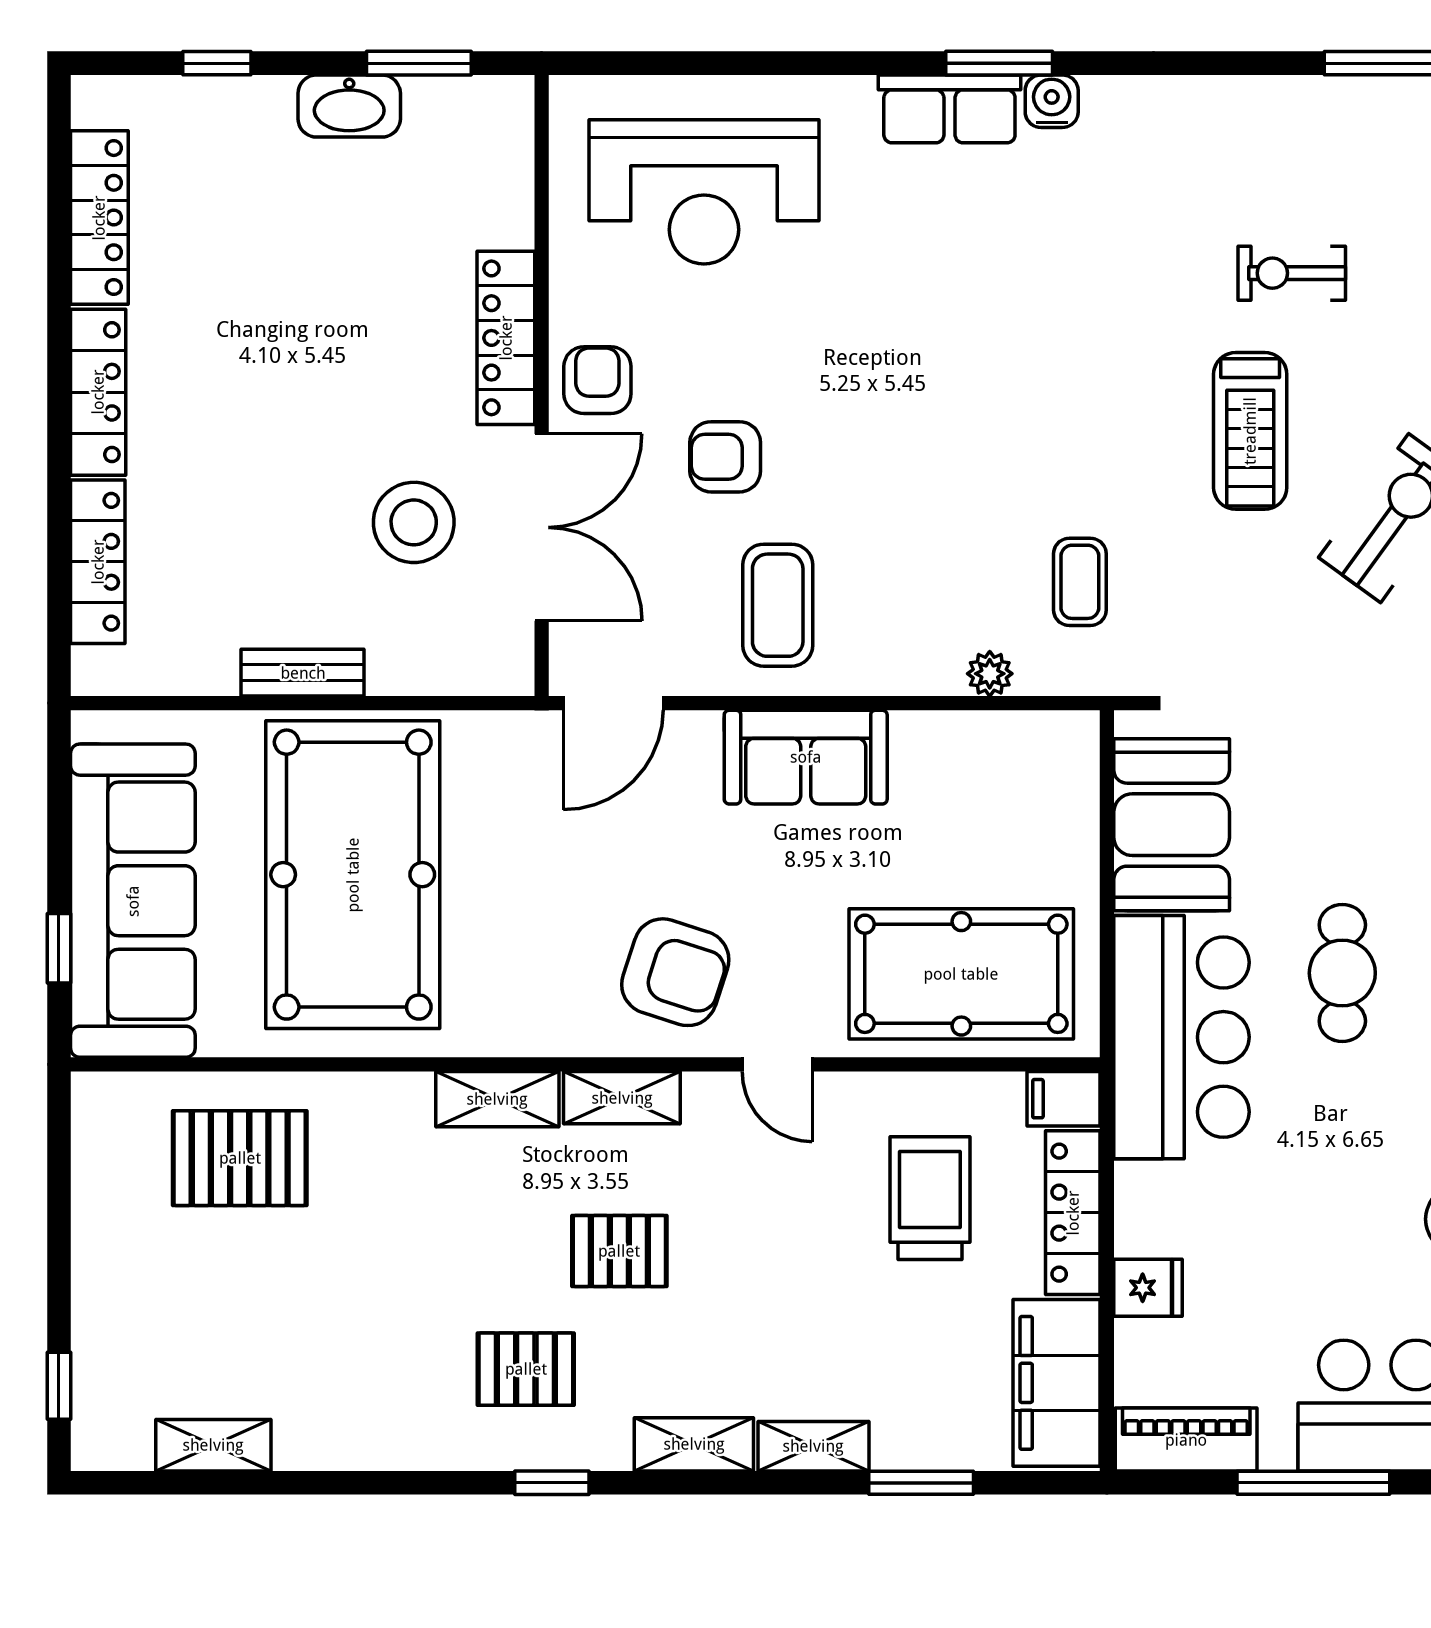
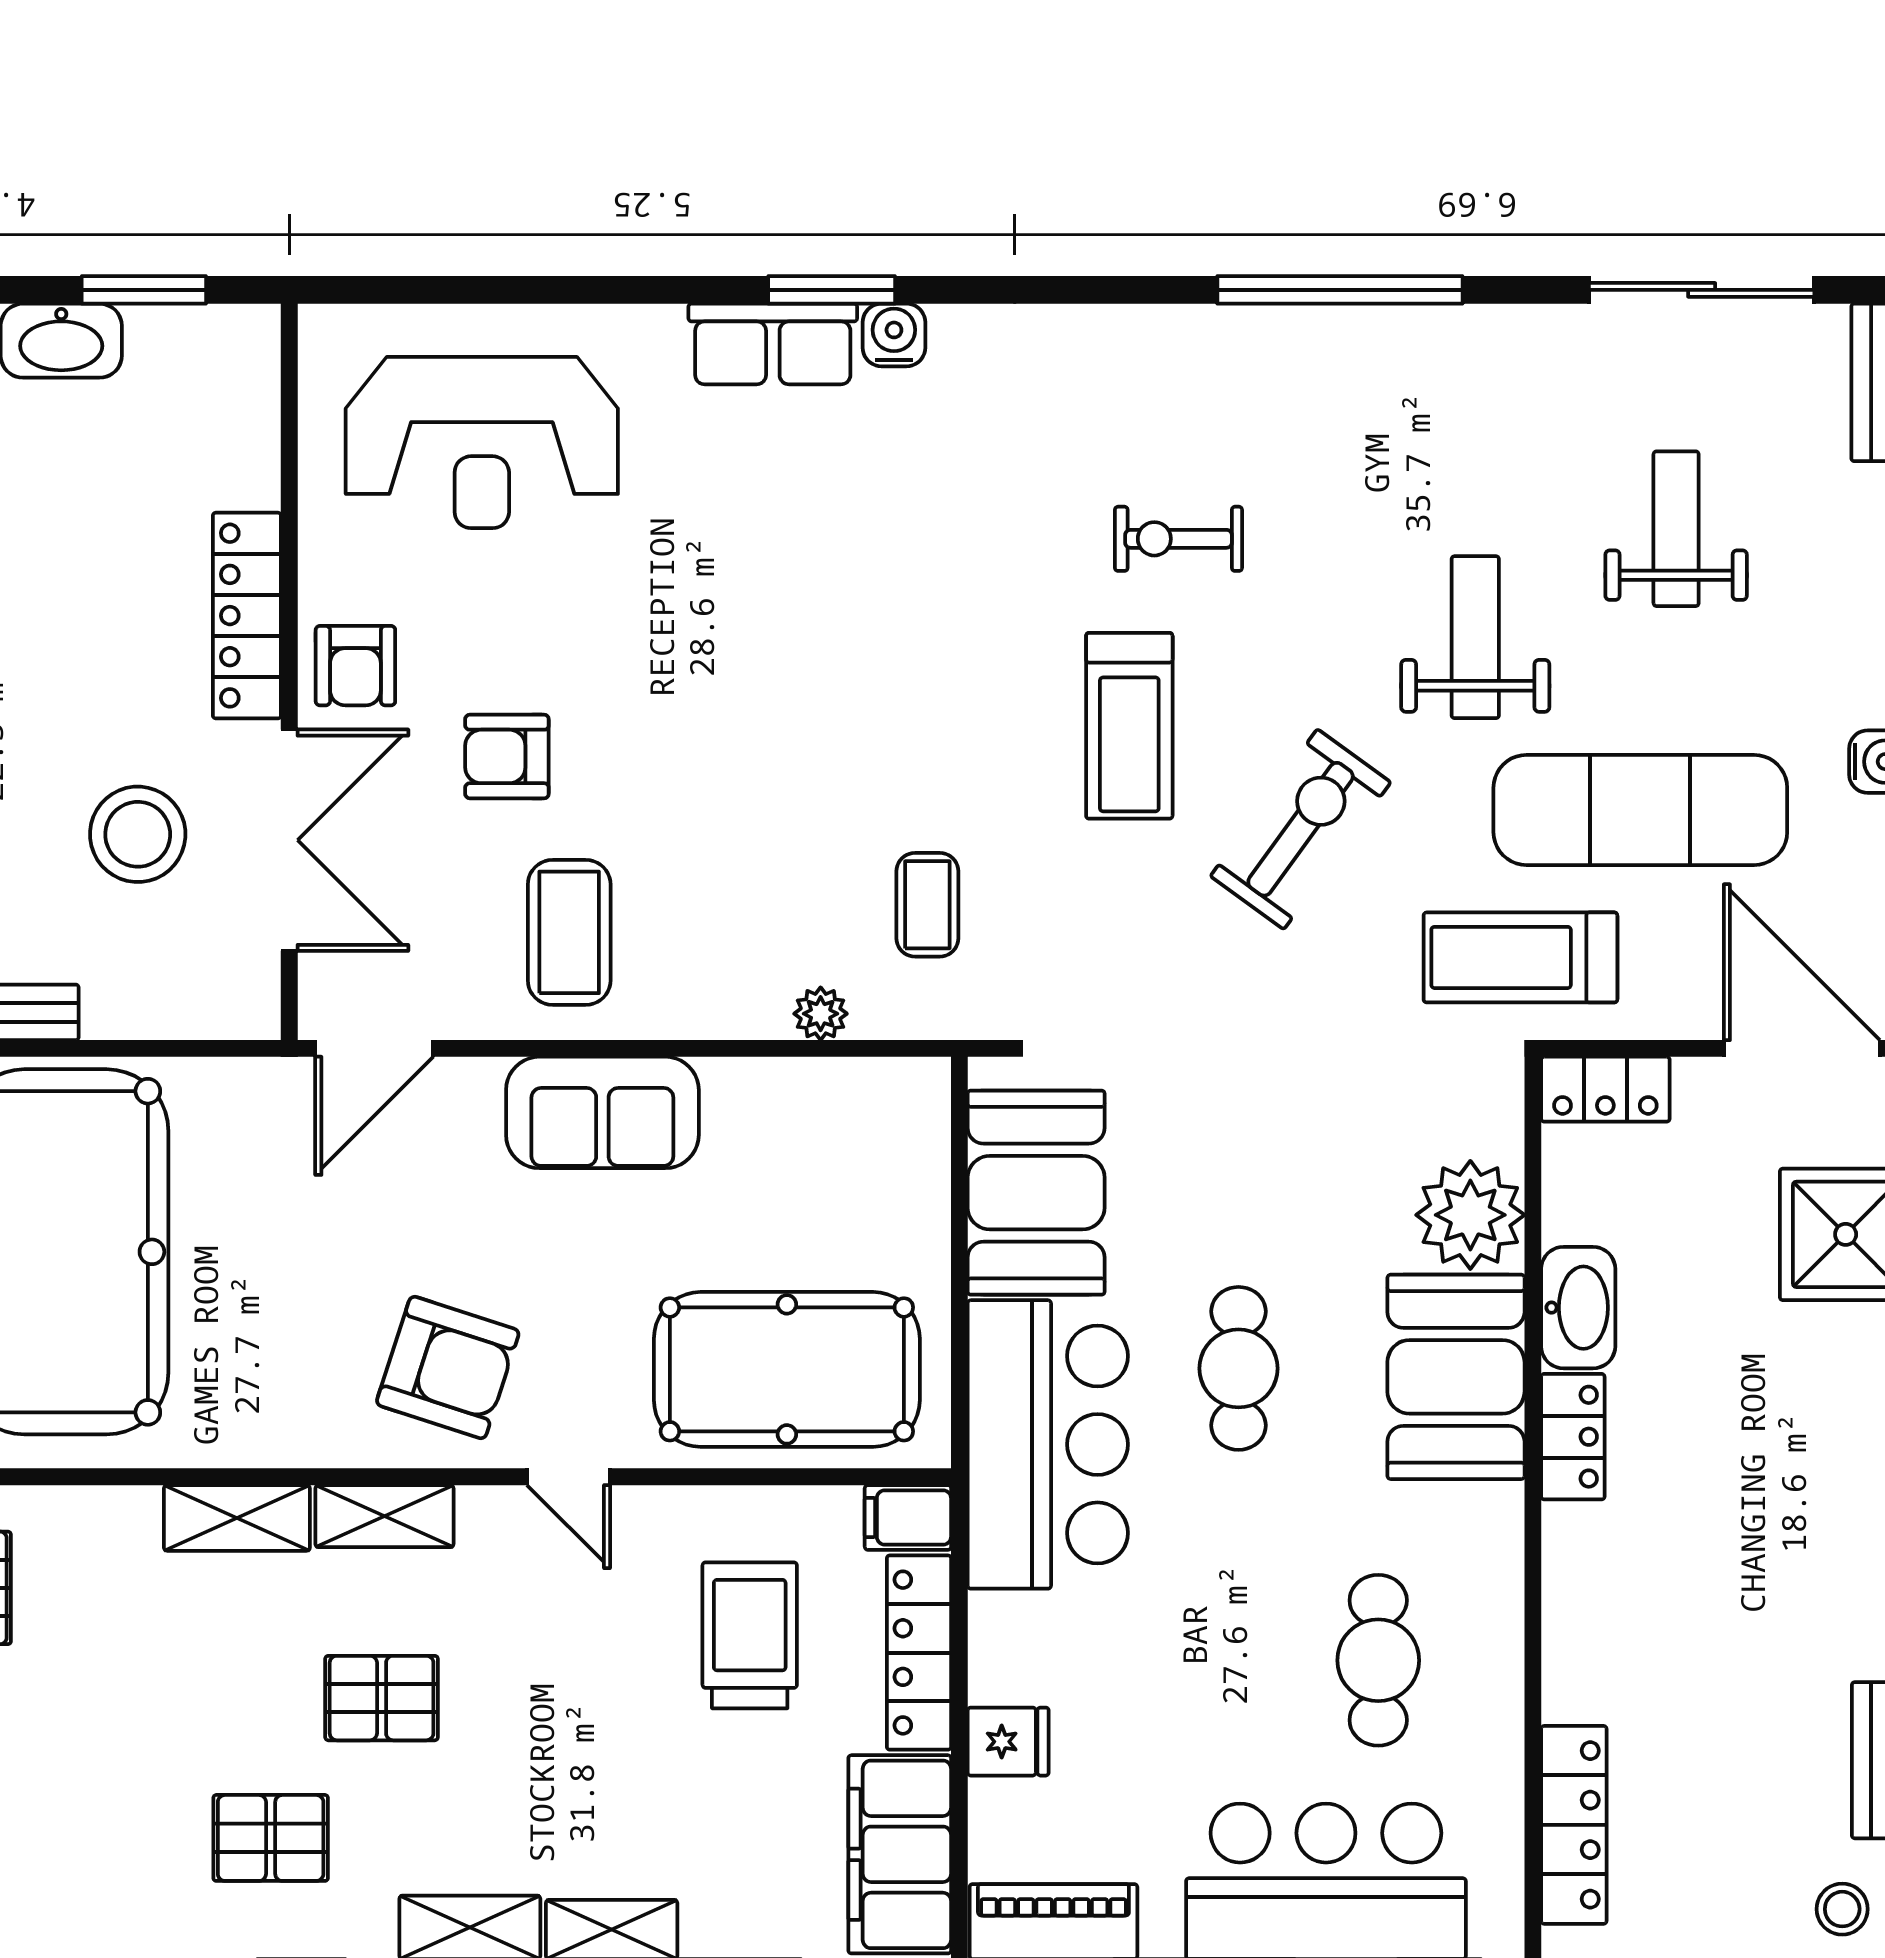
armchair: (597, 380) -> (355, 666), turned 180

